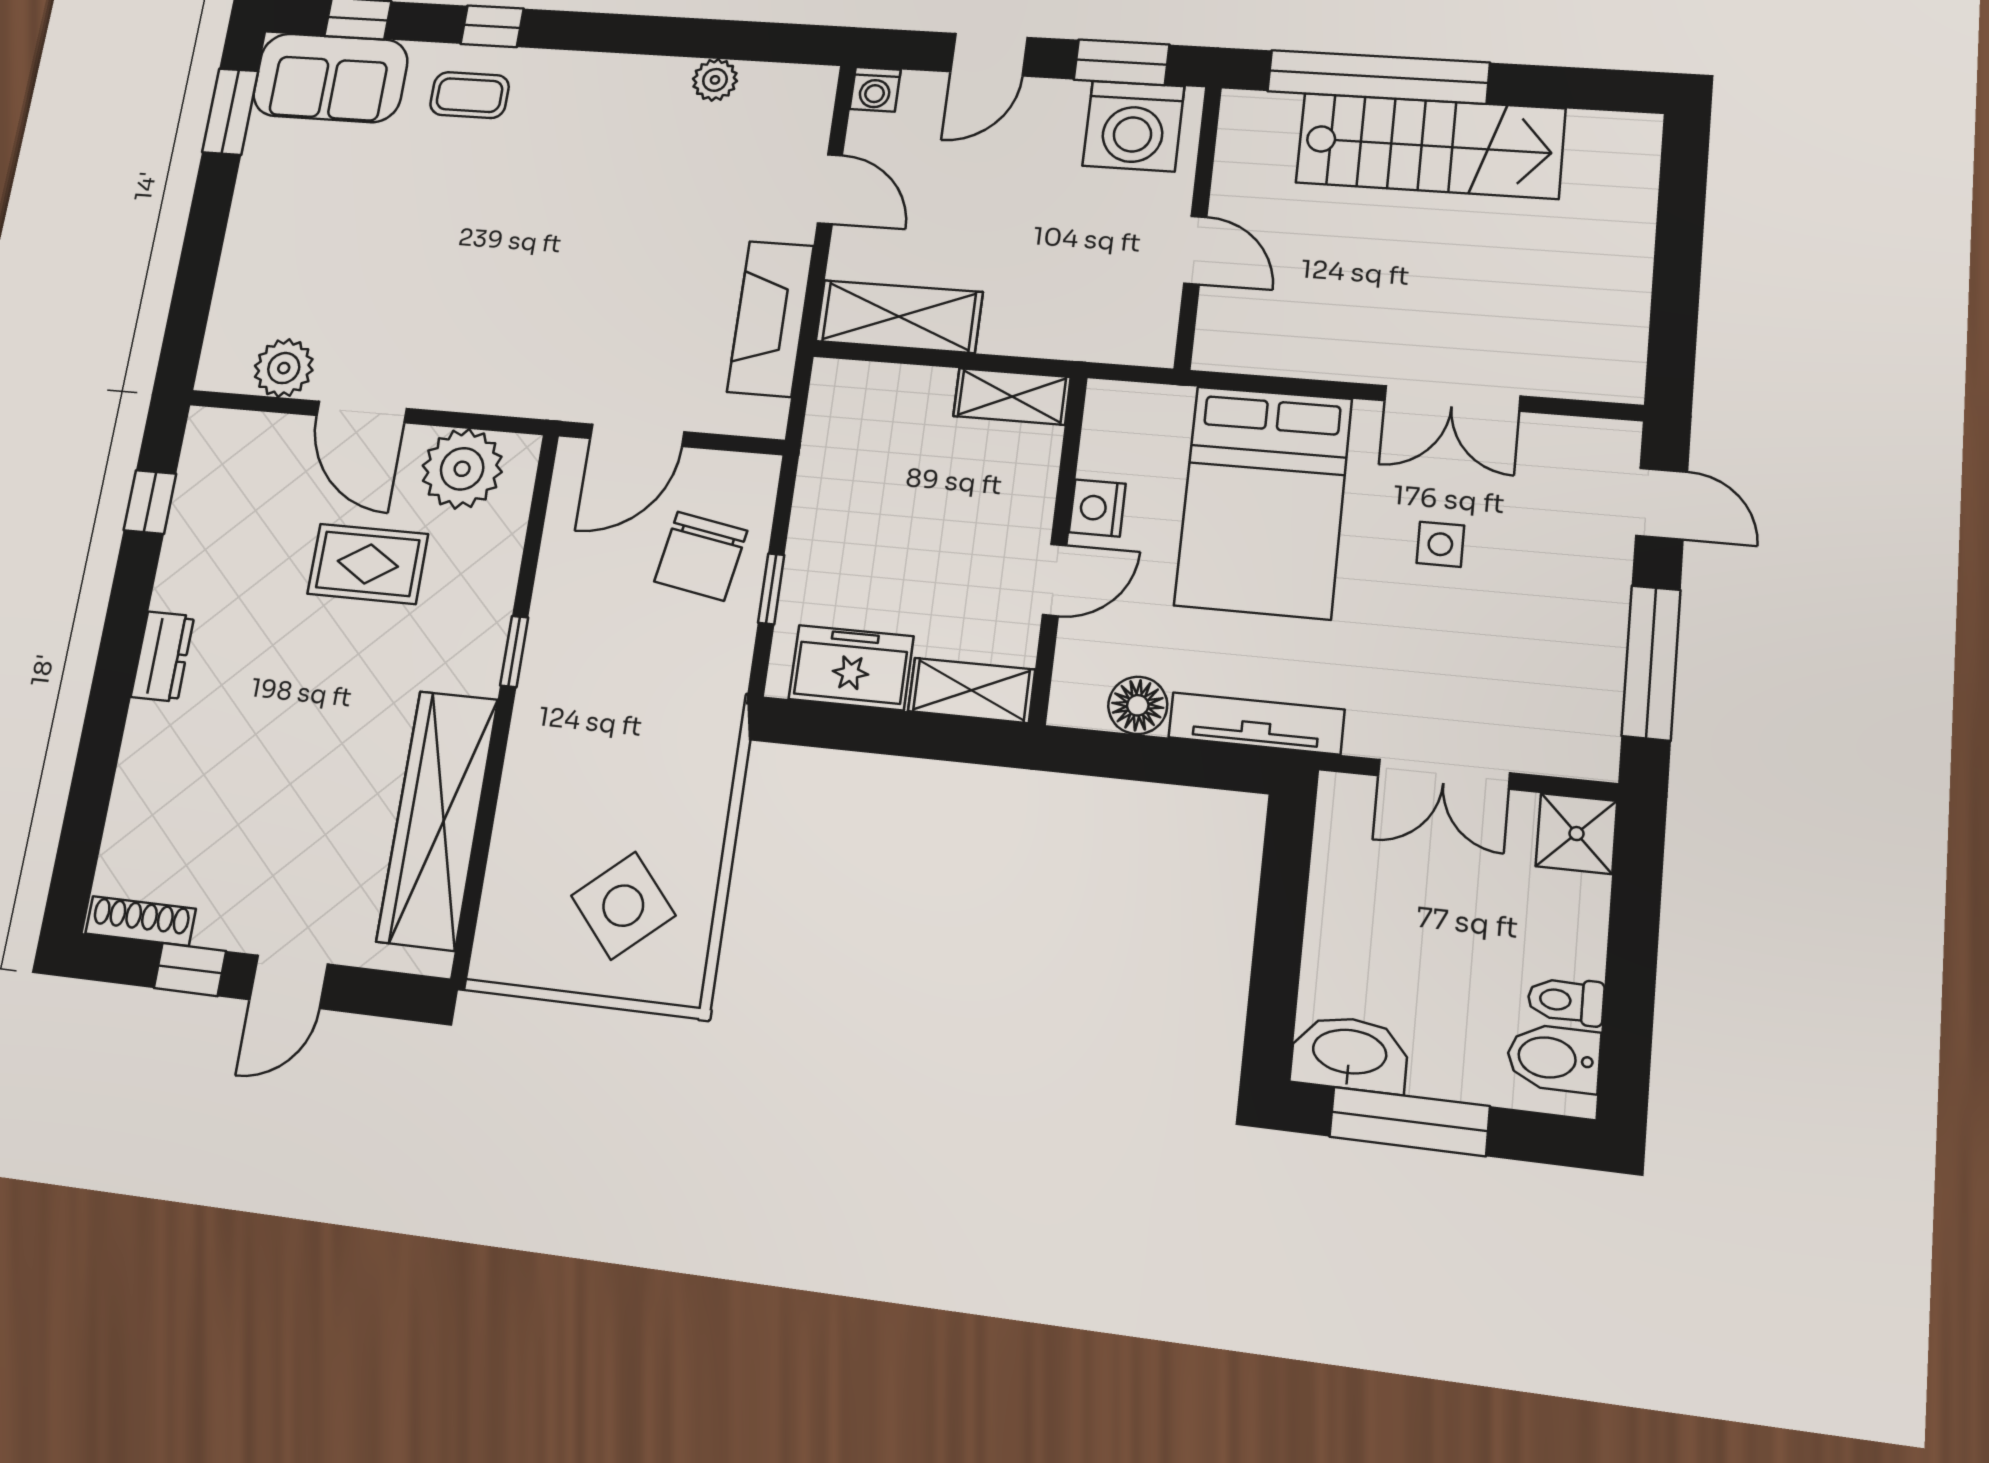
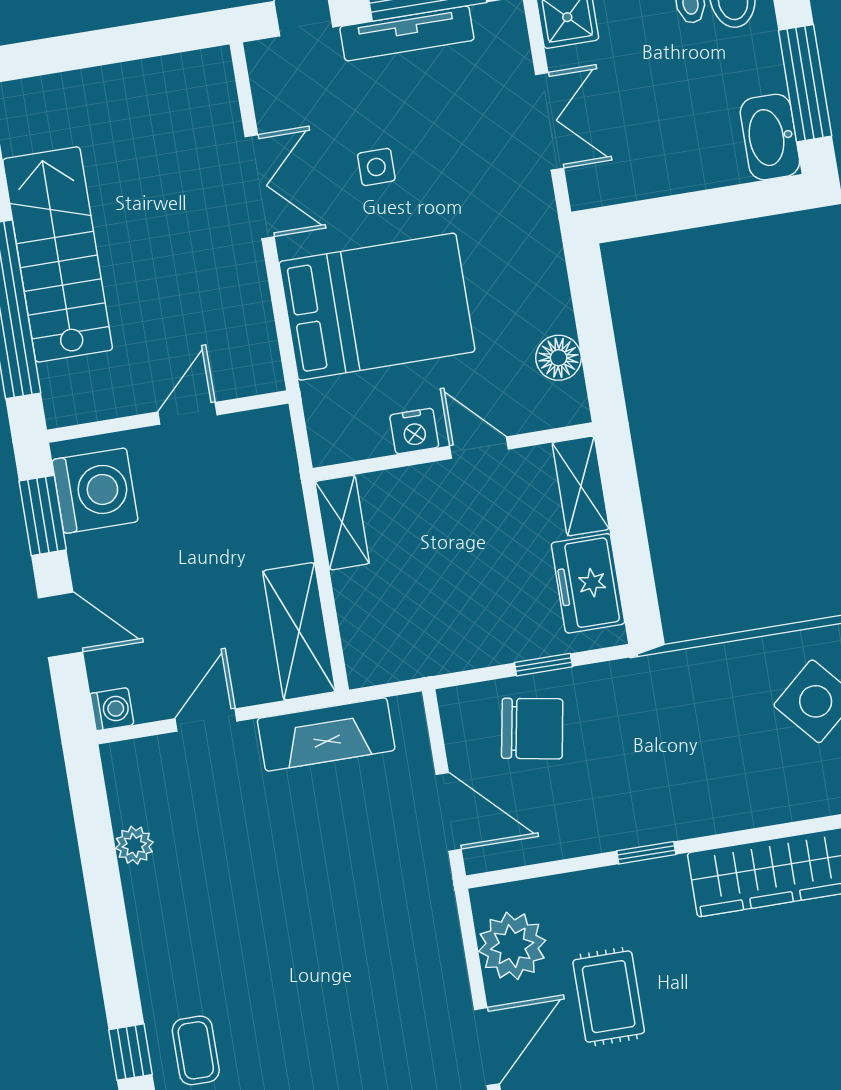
tv unit: (1256, 723) -> (407, 33), moved, turned -90

